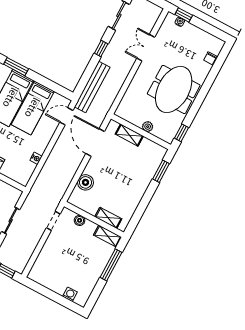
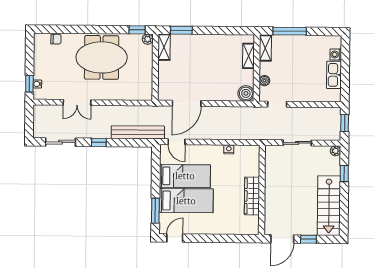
plant: (148, 127) -> (148, 39), moved
shelving: (129, 135) -> (164, 47), moved
boiler: (86, 182) -> (246, 93), moved
kitchen sink: (53, 283) -> (334, 75), added

